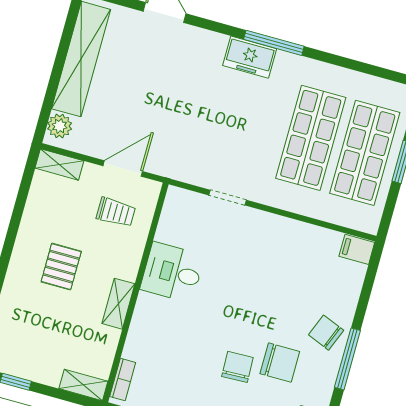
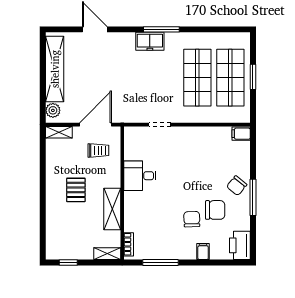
door: (123, 169) -> (96, 125), width x1.36
shelving: (118, 304) -> (112, 209), width x1.50, depth x1.33
chair: (326, 333) -> (237, 186), turned -73

